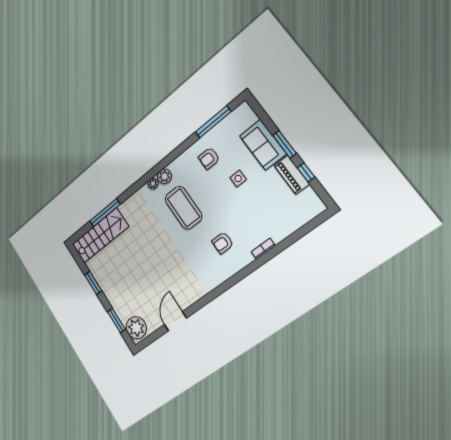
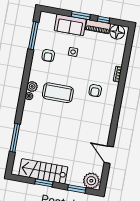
floor lamp: (308, 201) -> (117, 32), added
stairs: (100, 236) -> (43, 171), moved, turned -90

